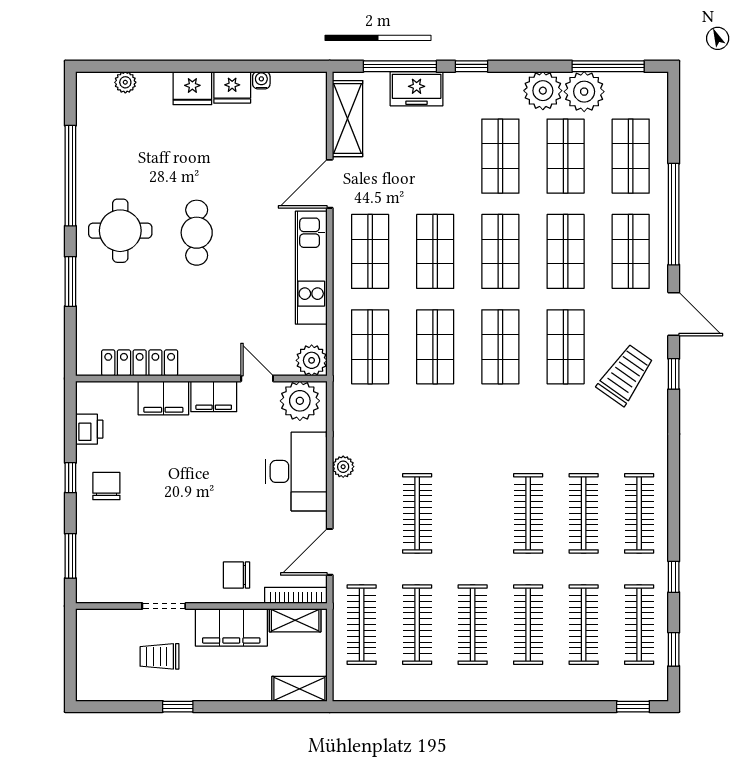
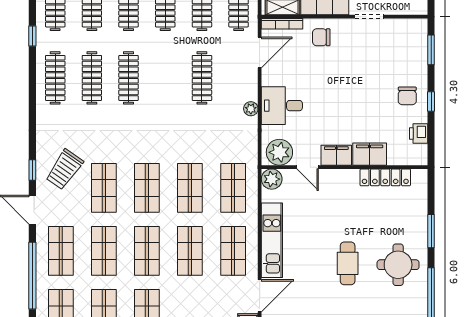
desk: (296, 471) -> (282, 106), width x0.73
chair: (237, 575) -> (321, 37), turned 180

